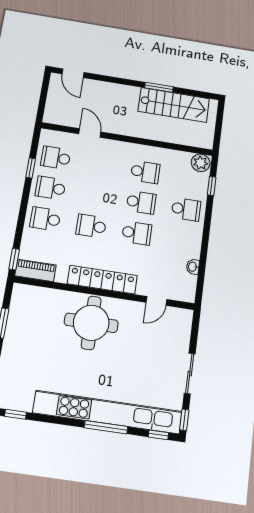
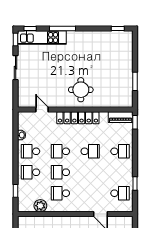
plant: (201, 163) -> (40, 206), moved
school desk: (51, 188) -> (31, 151), moved, turned 180
door: (156, 301) -> (42, 110), hinge flipped
round table: (91, 323) -> (81, 90), width x0.73, depth x0.73
kitchen unit: (108, 412) -> (42, 37), width x0.54

